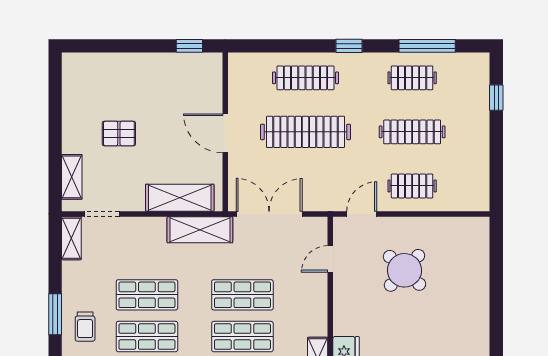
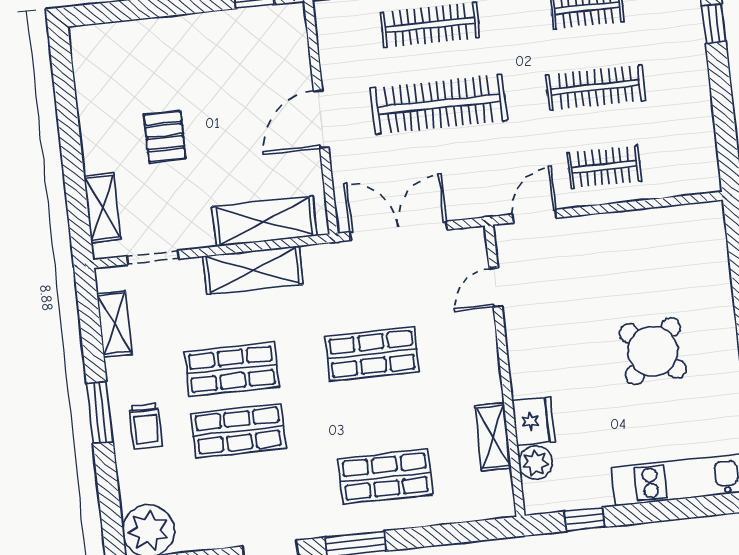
door: (225, 133) -> (321, 119), hinge flipped
pallet: (119, 134) -> (165, 137), turned 90
shelving: (200, 230) -> (253, 270), moved
shelving: (71, 238) -> (114, 324), moved
round table: (404, 270) -> (653, 351), moved
shop shelf: (242, 337) -> (379, 415), removed

